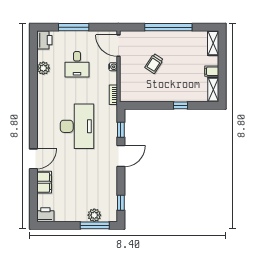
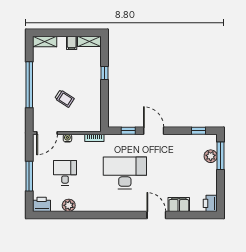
desk: (77, 64) -> (65, 173), turned -90

